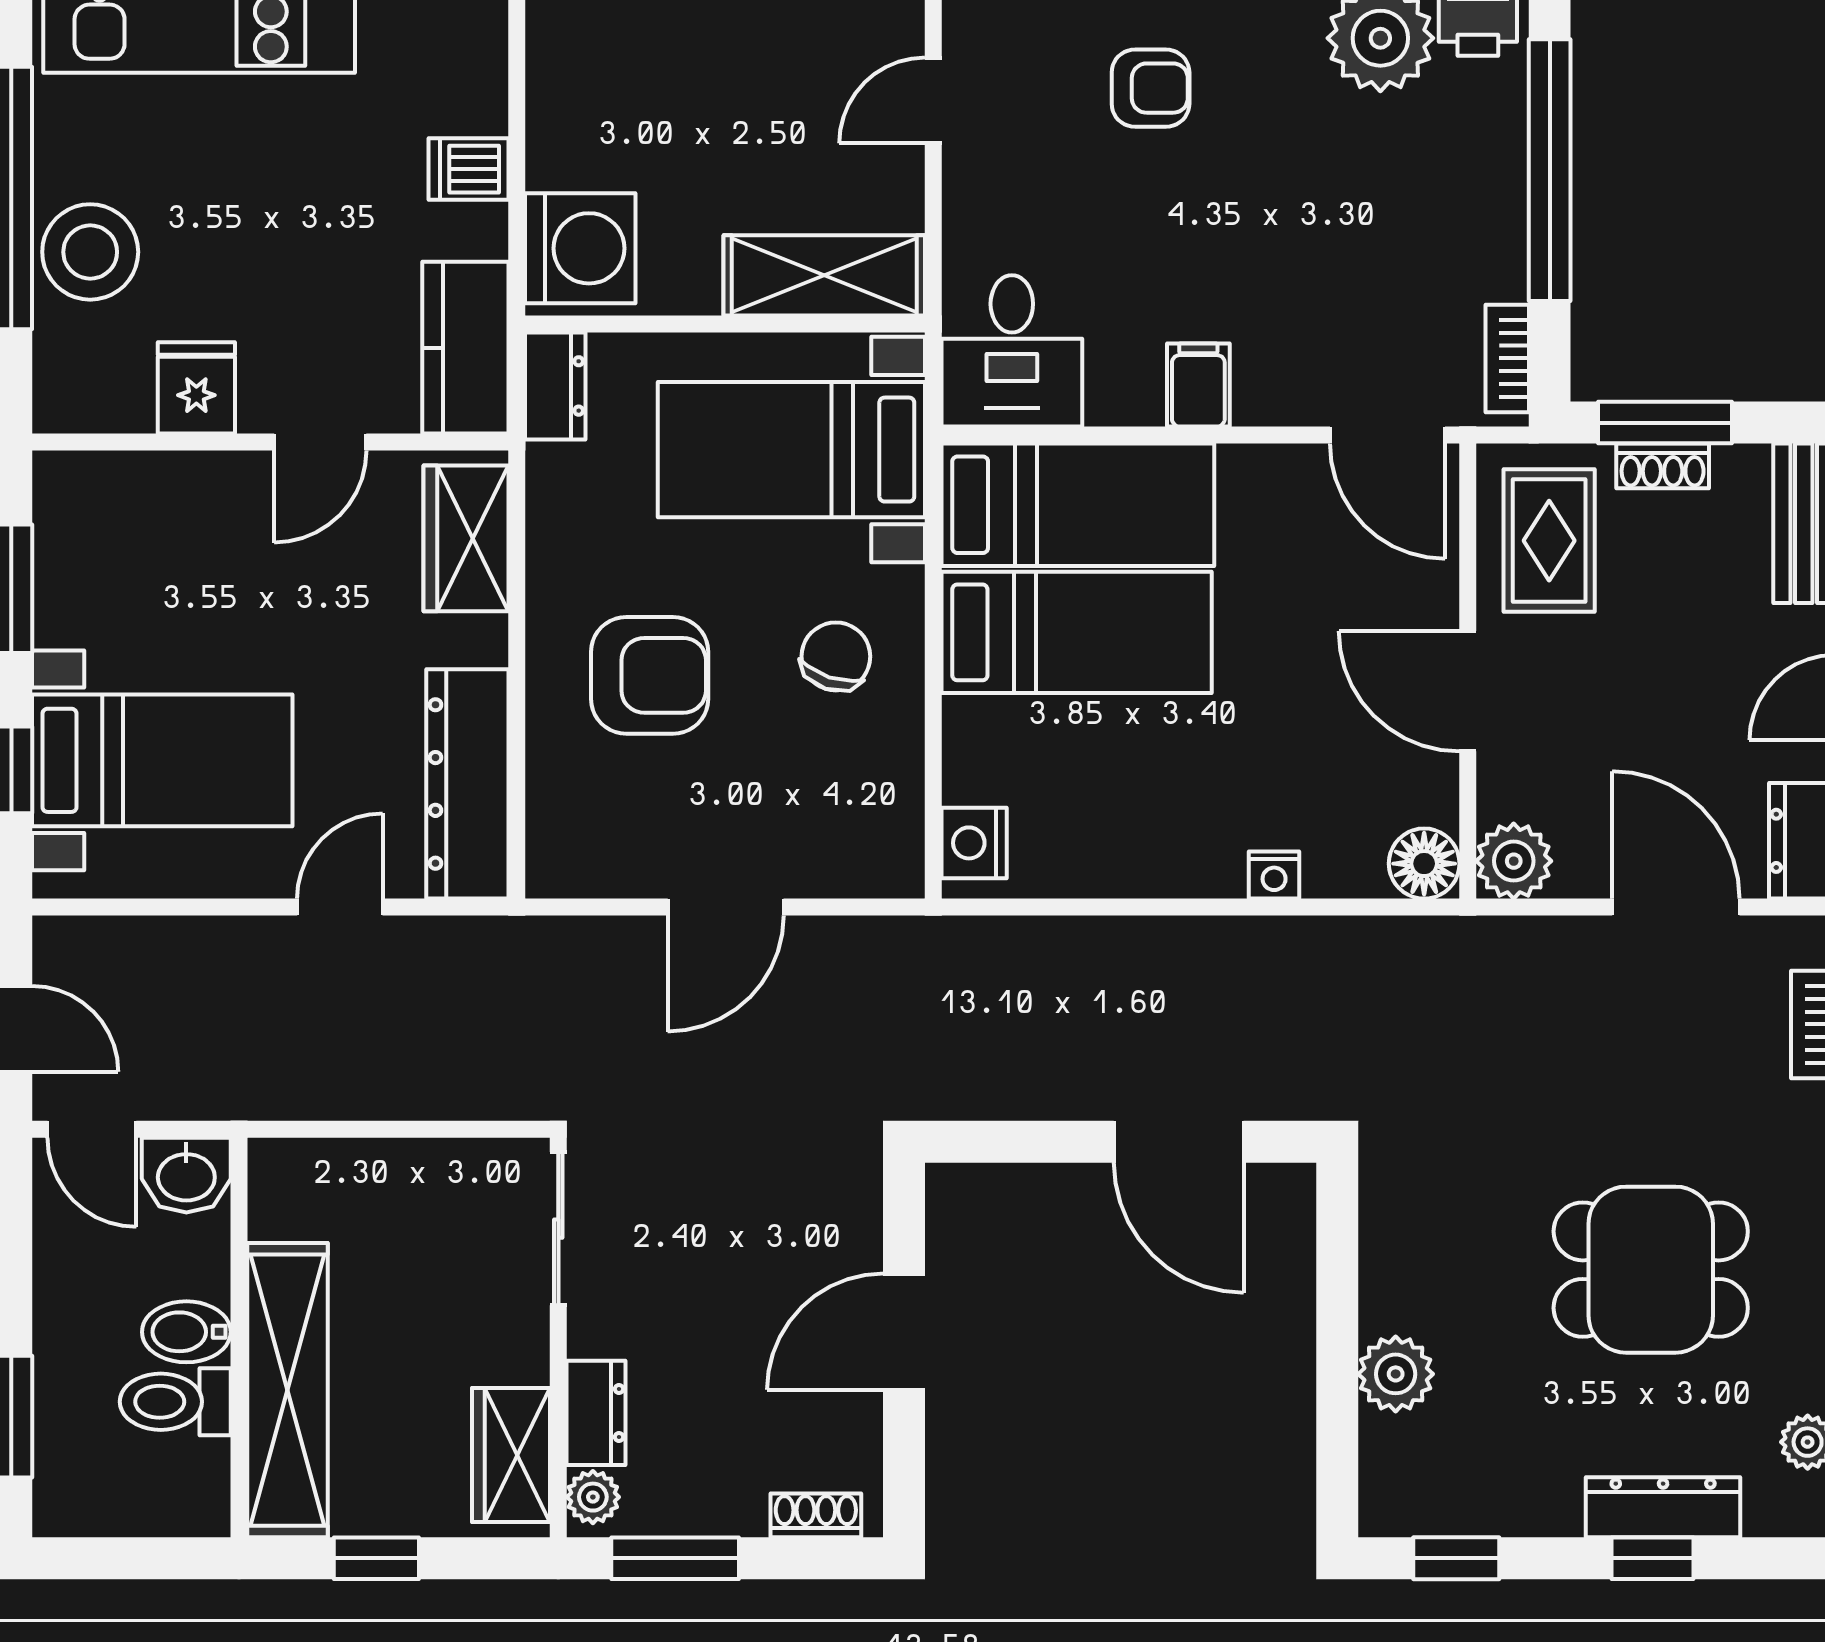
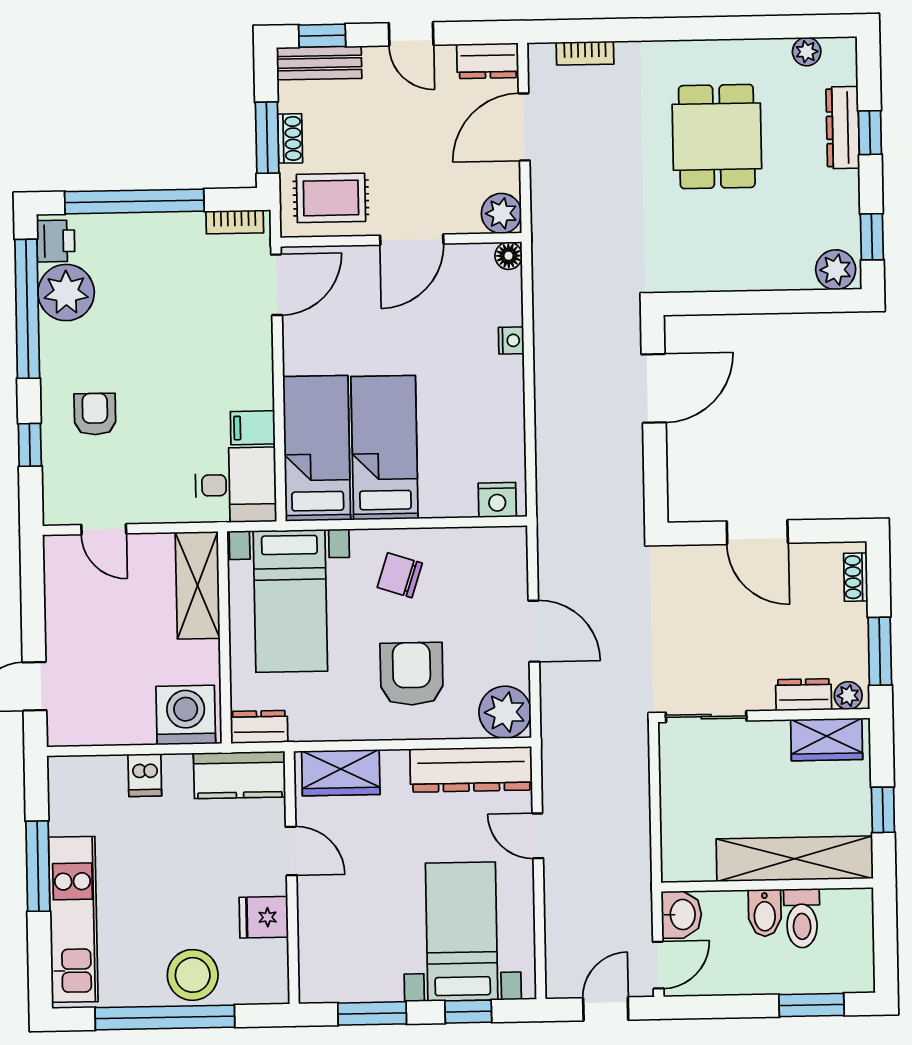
filing cabinet: (1198, 385) -> (253, 428), moved
plant: (574, 850) -> (505, 712), added
floor lamp: (1424, 864) -> (509, 256), width x0.73, depth x0.73
plant: (1396, 1374) -> (836, 270), moved

